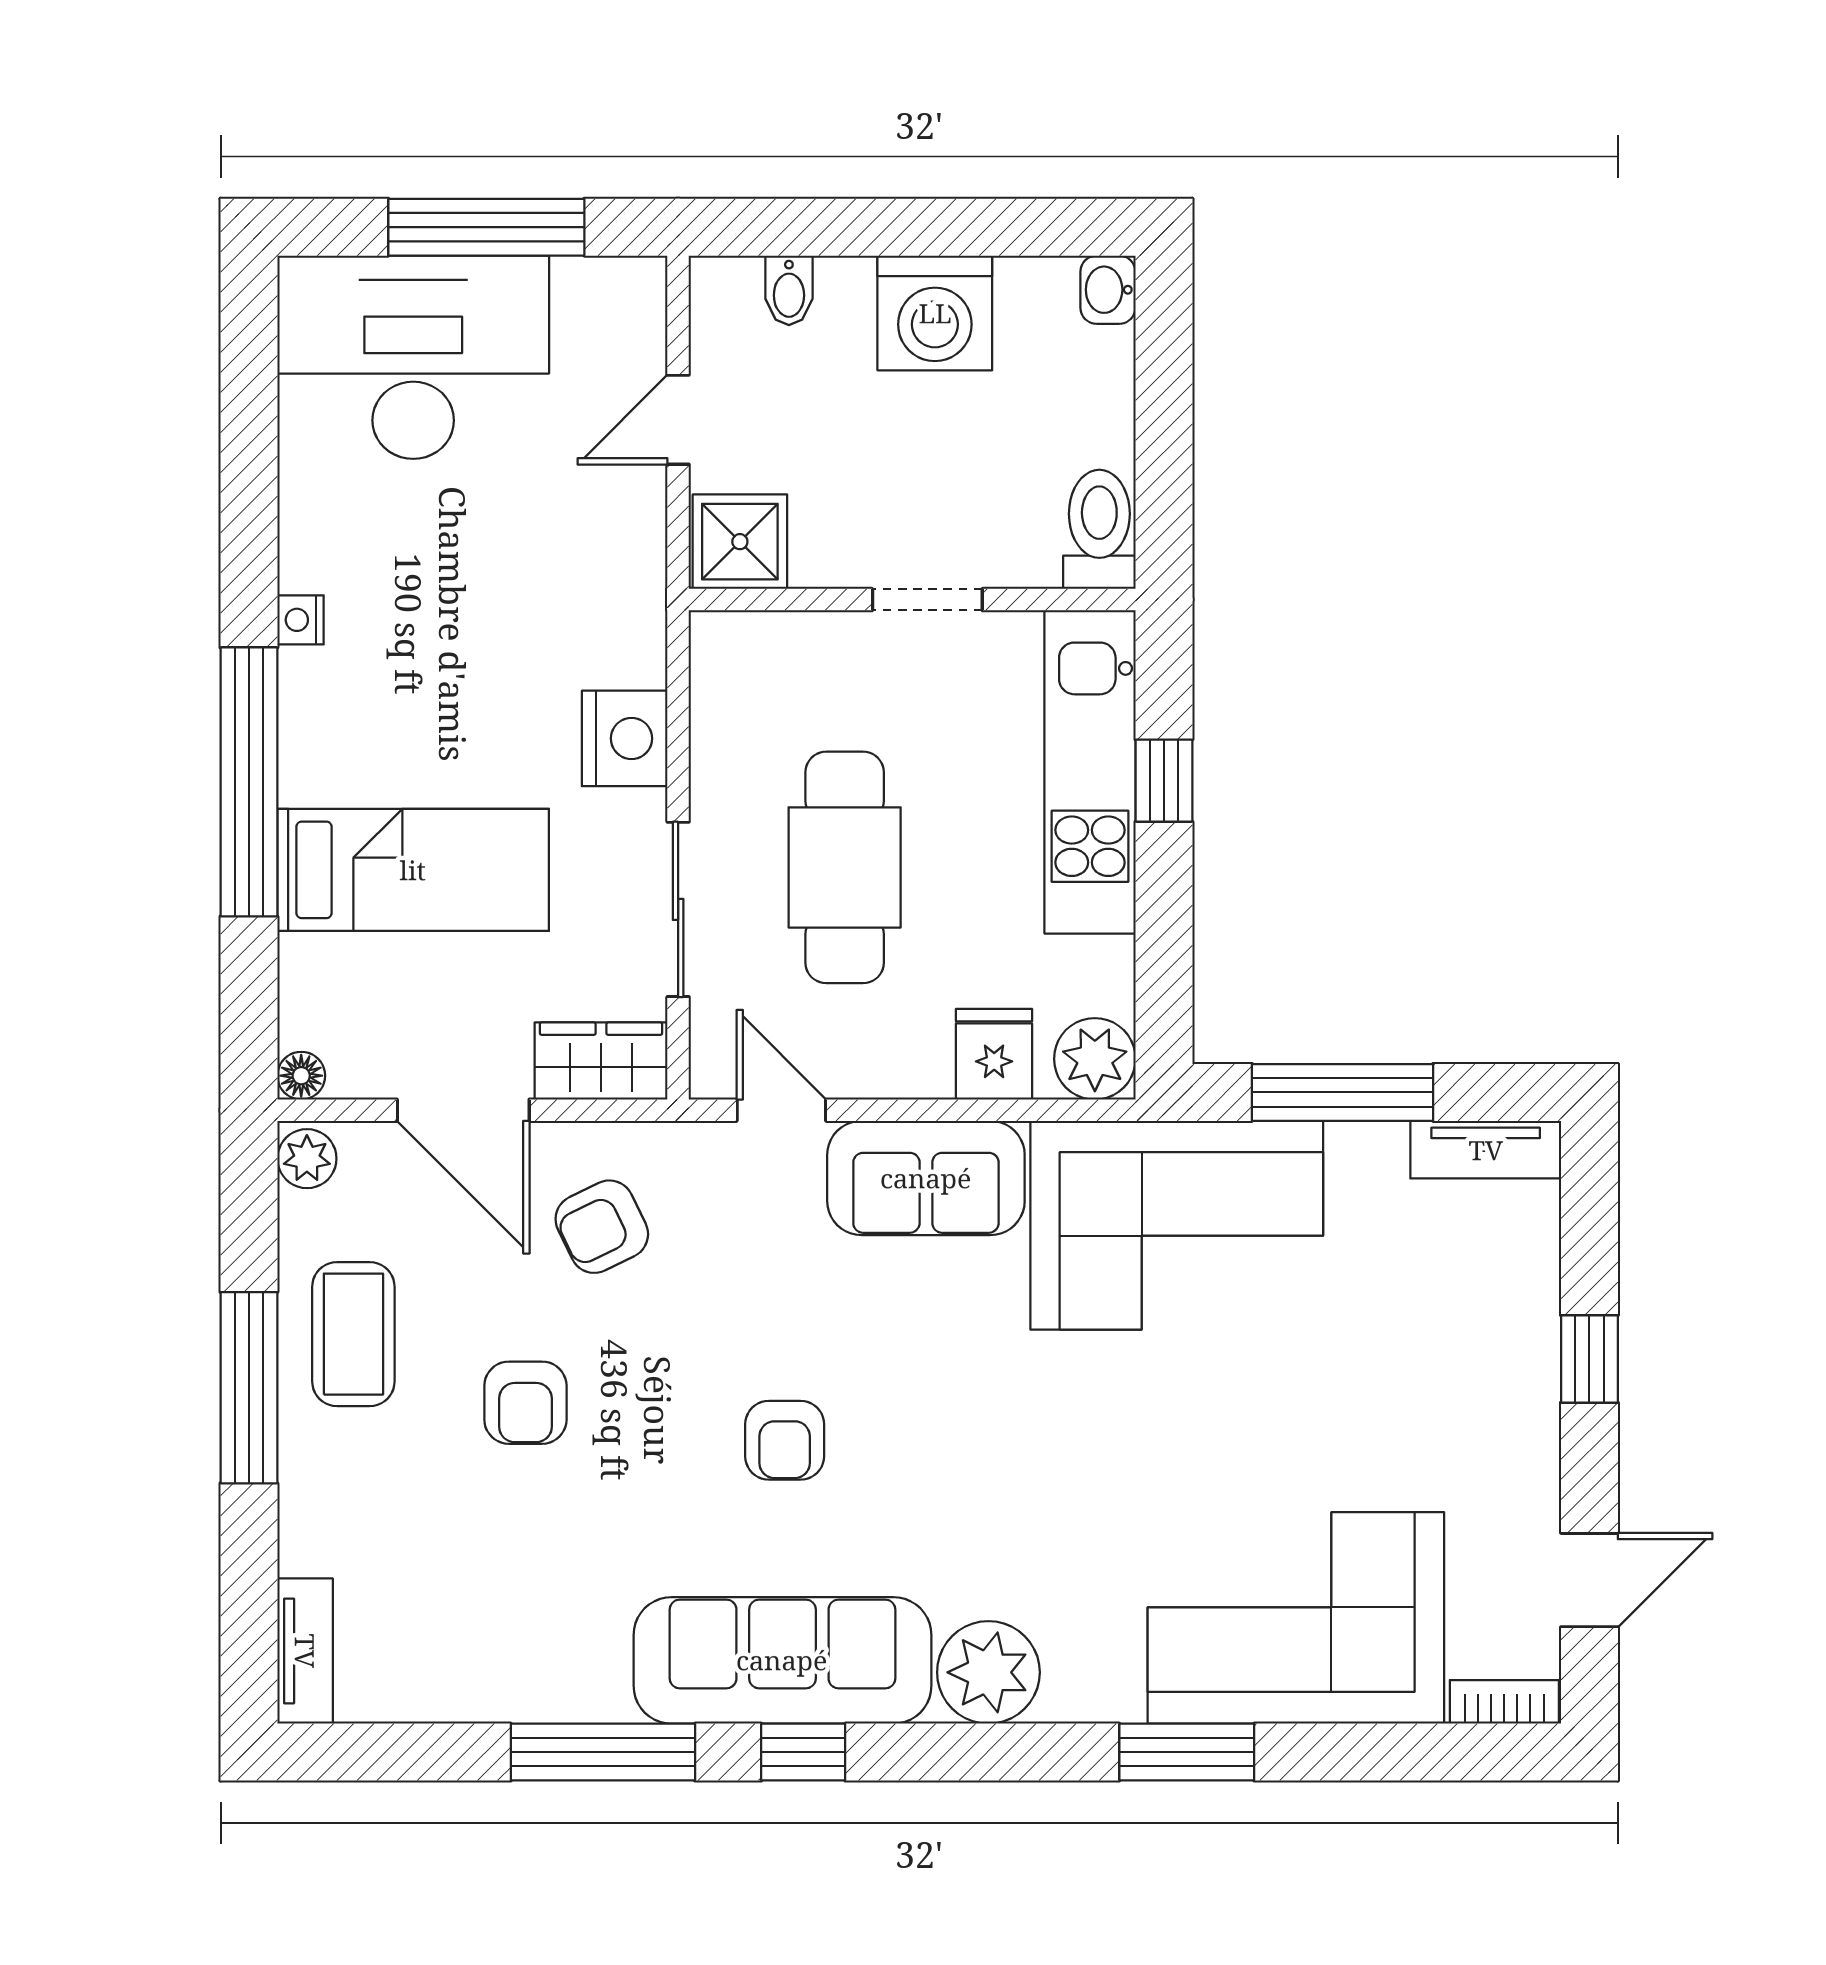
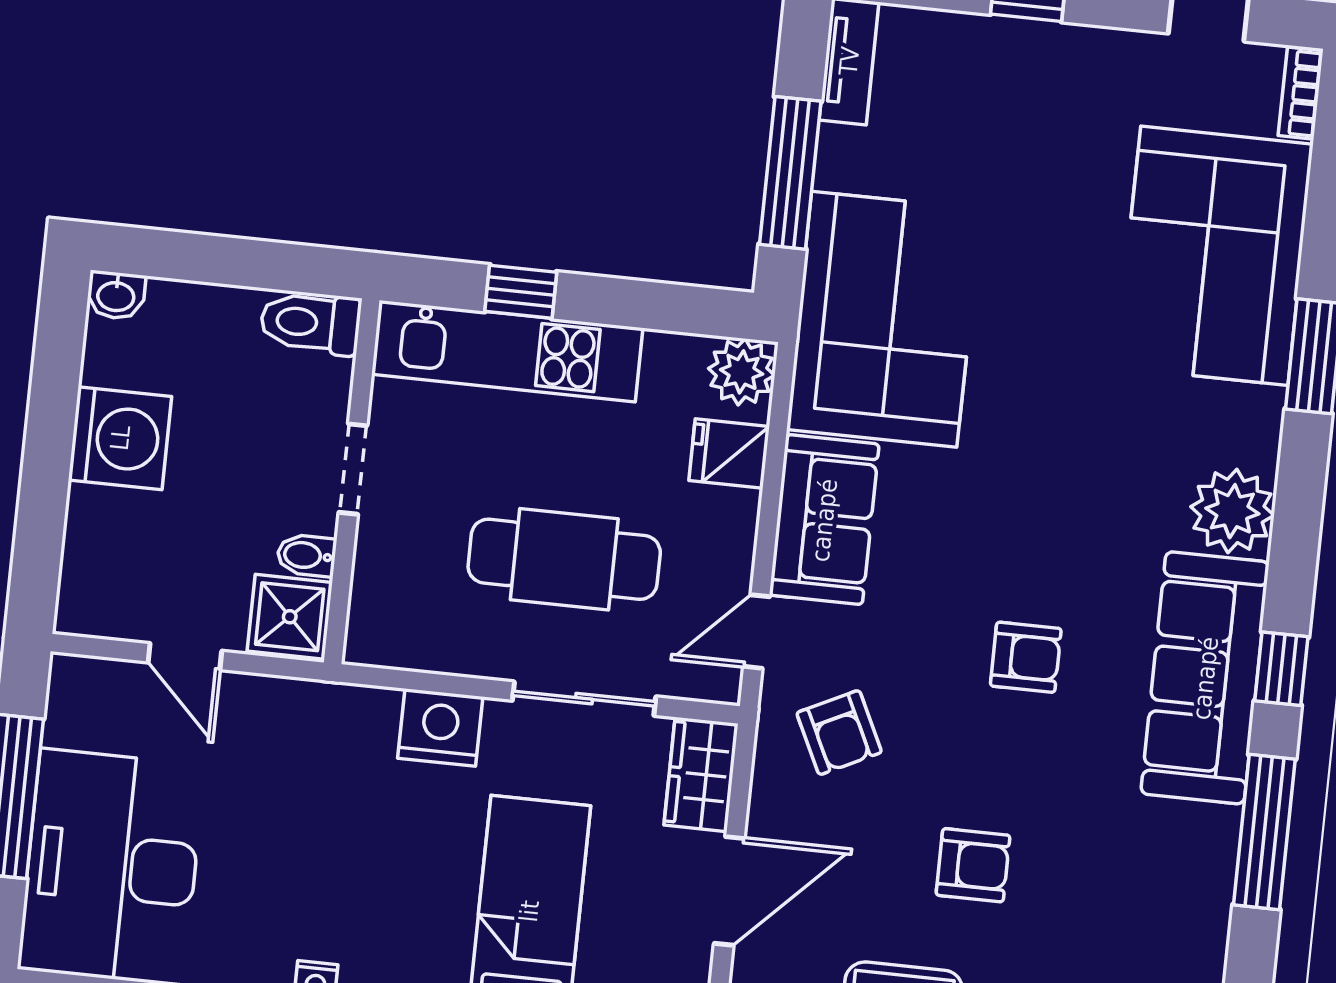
bidet: (789, 290) -> (306, 555), moved, turned 180
armchair: (602, 1227) -> (839, 733), moved

